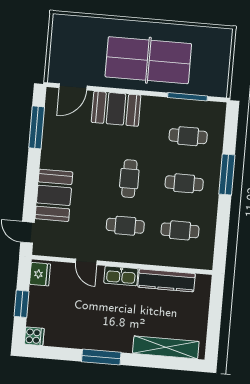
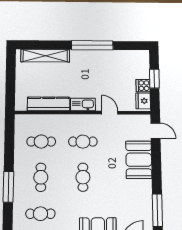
cafe table: (184, 183) -> (41, 177), turned 90
cooker: (34, 336) -> (143, 86), moved
window: (101, 357) -> (92, 45), width x1.46

